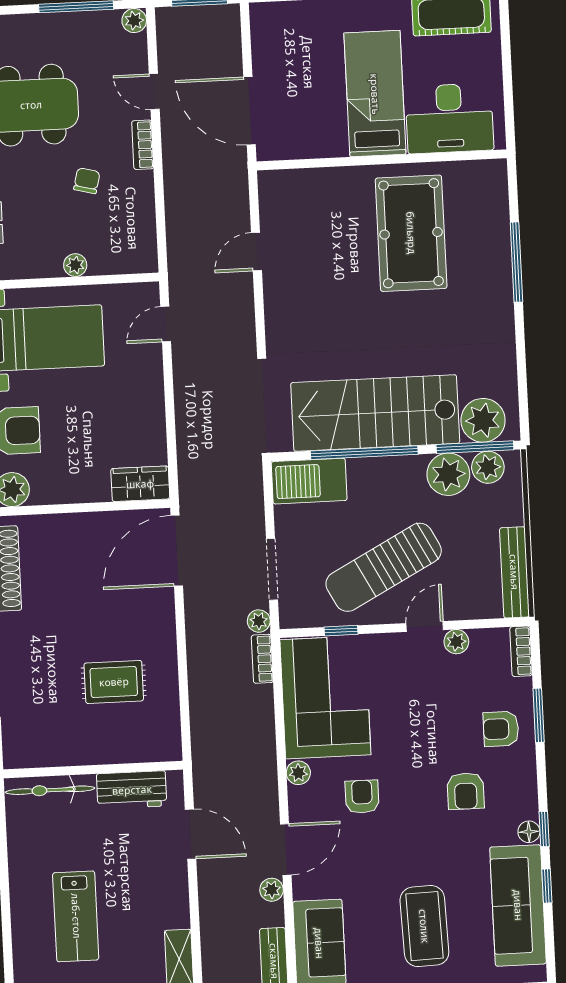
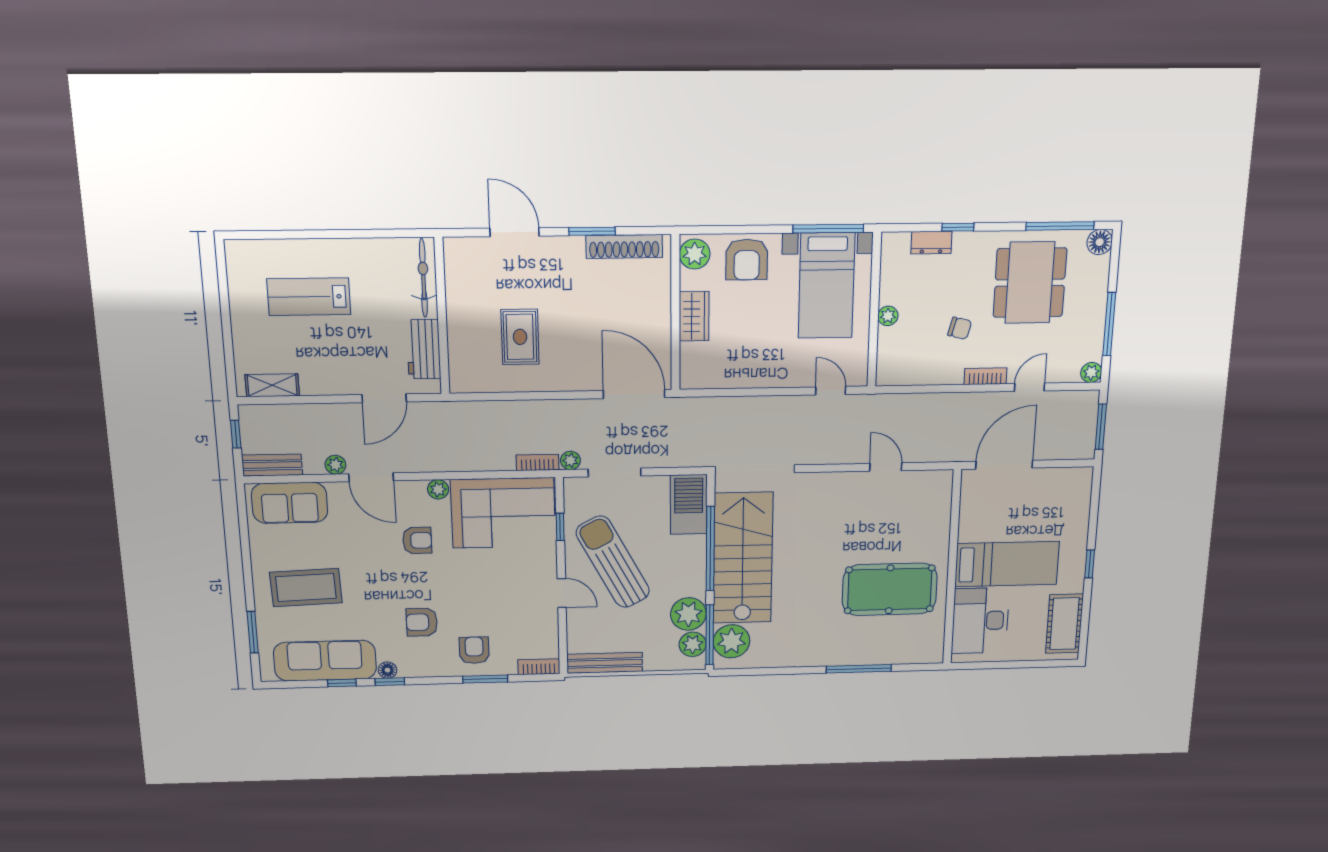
wardrobe: (140, 484) -> (694, 316), moved
plant: (456, 642) -> (548, 617), removed

